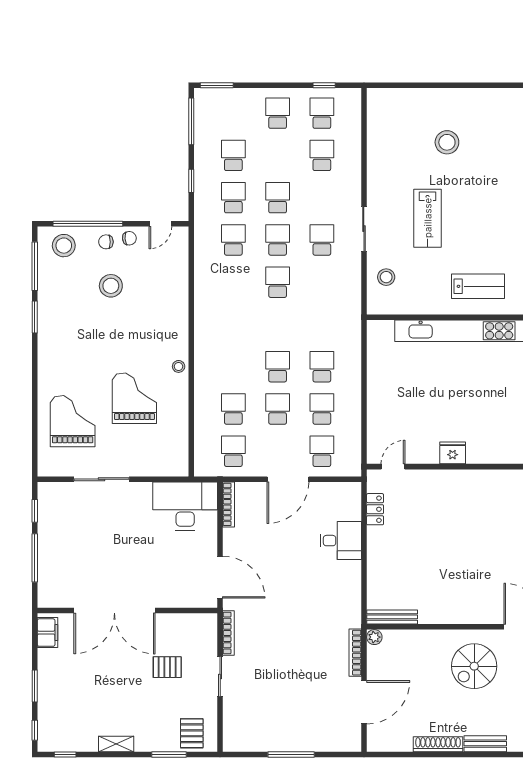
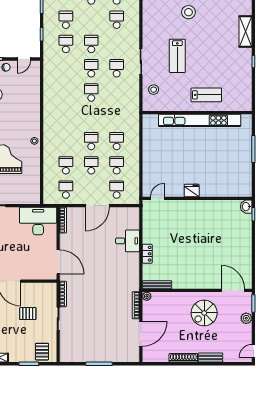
school desk: (233, 240) -> (66, 68), removed
locker: (375, 509) -> (147, 254), moved

